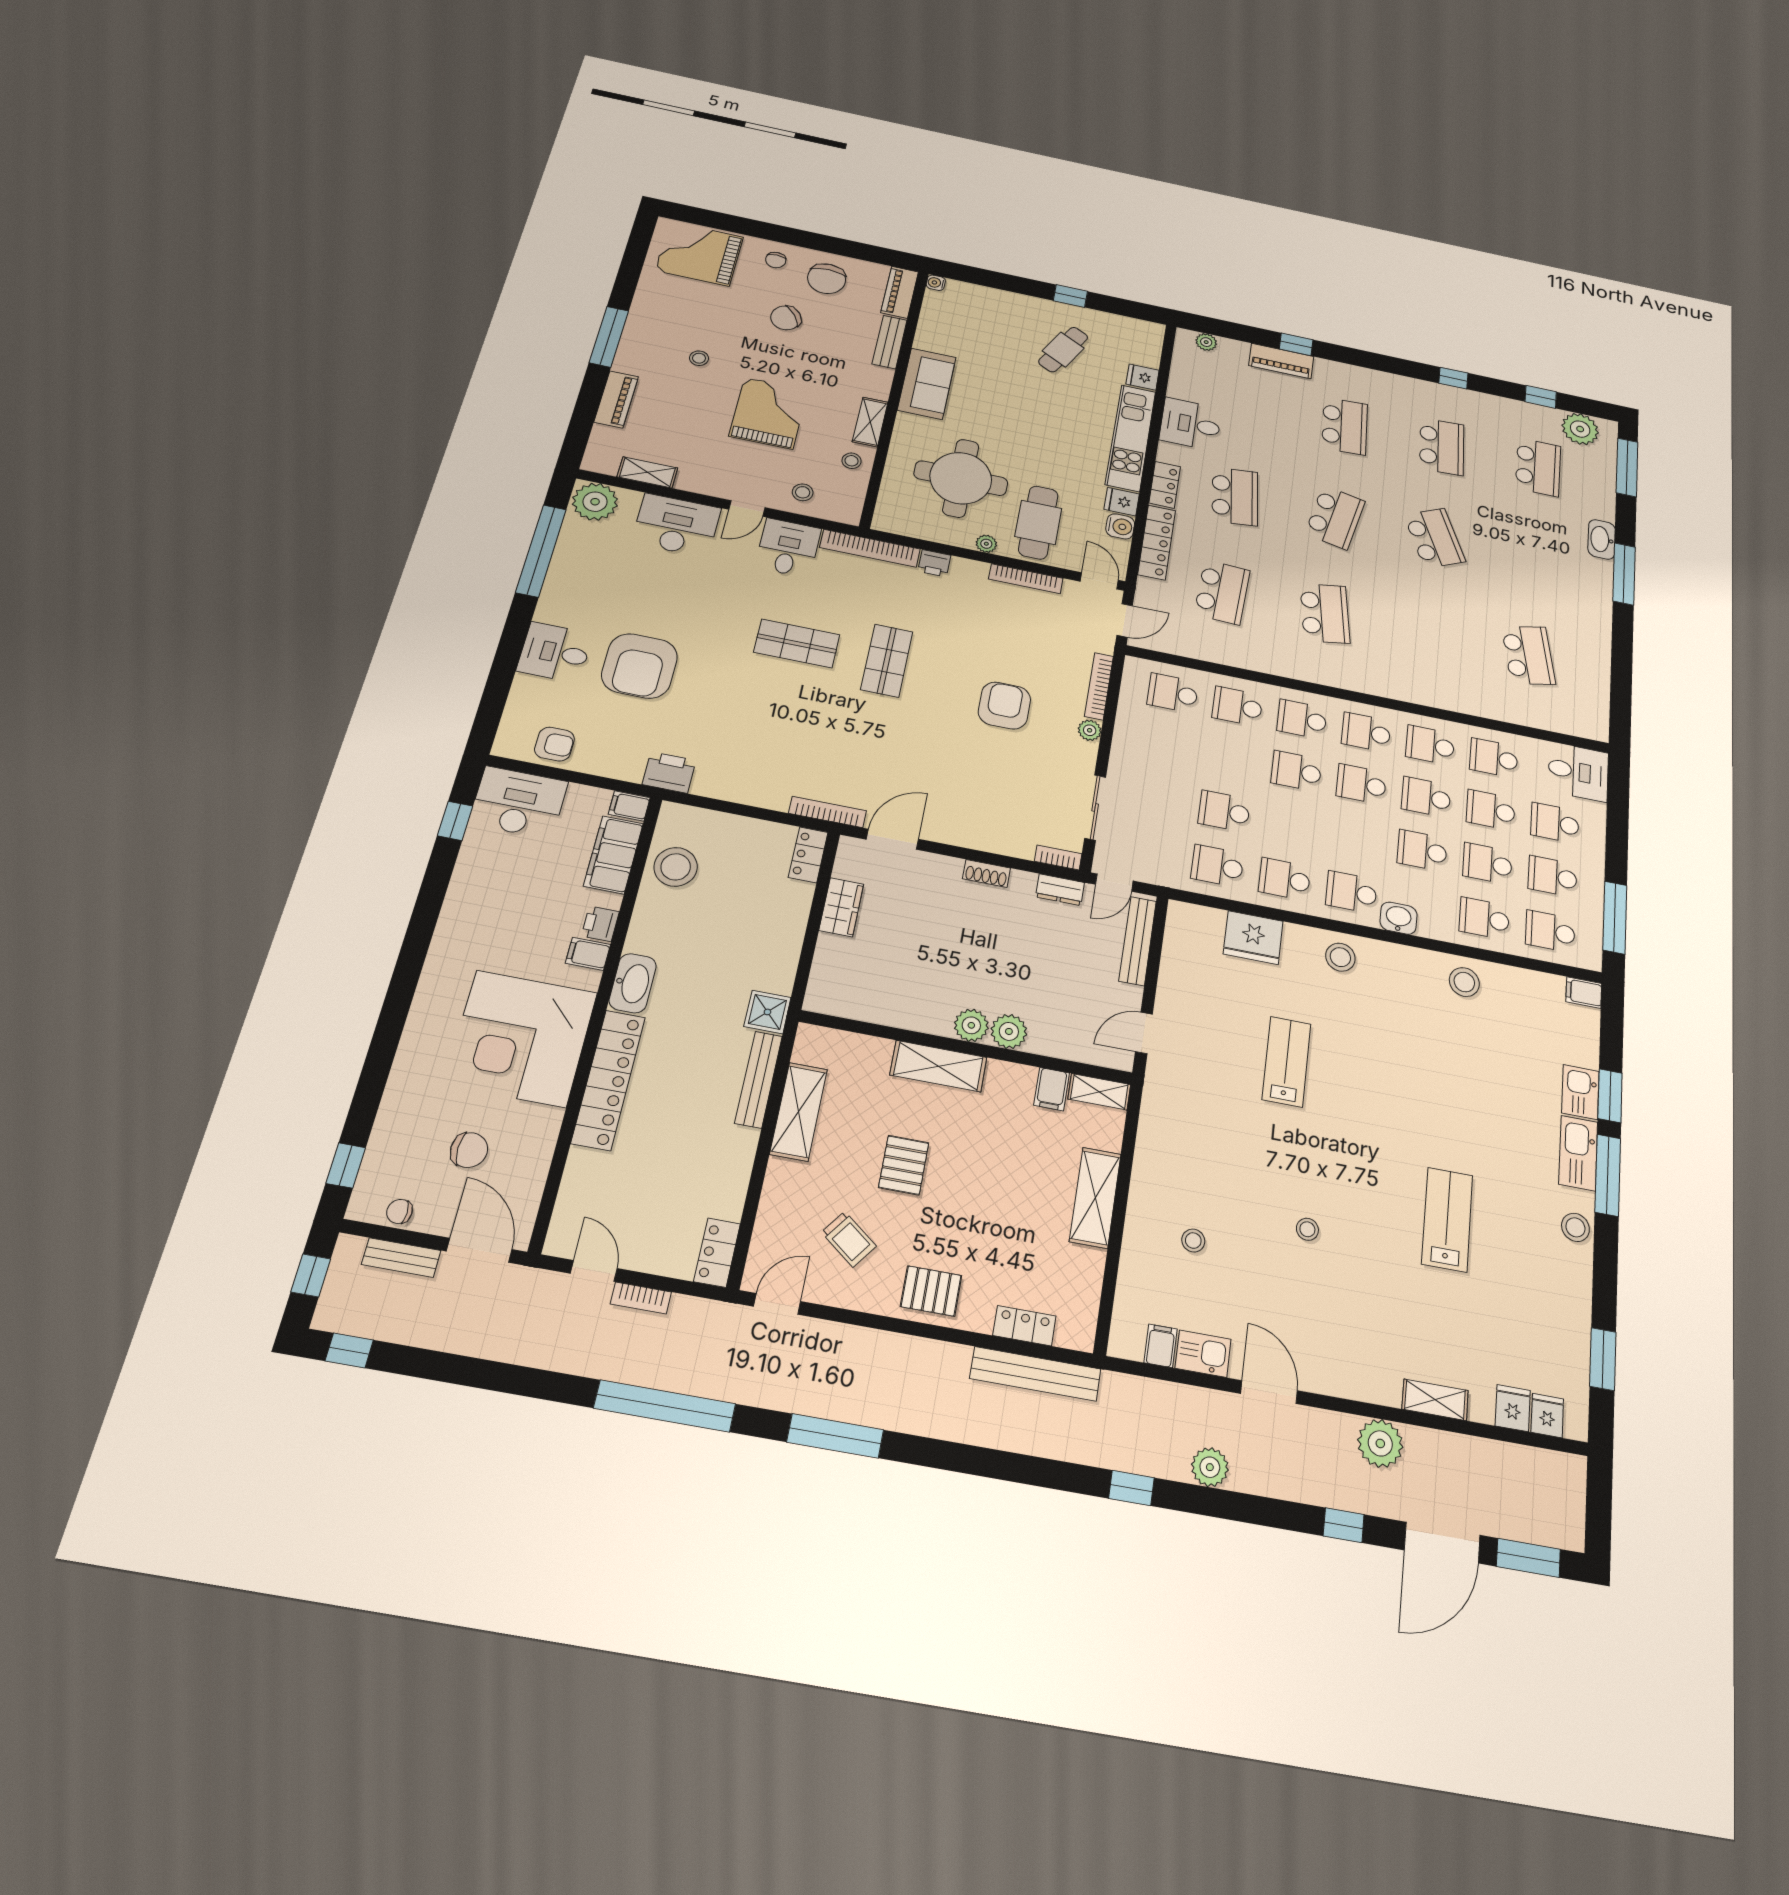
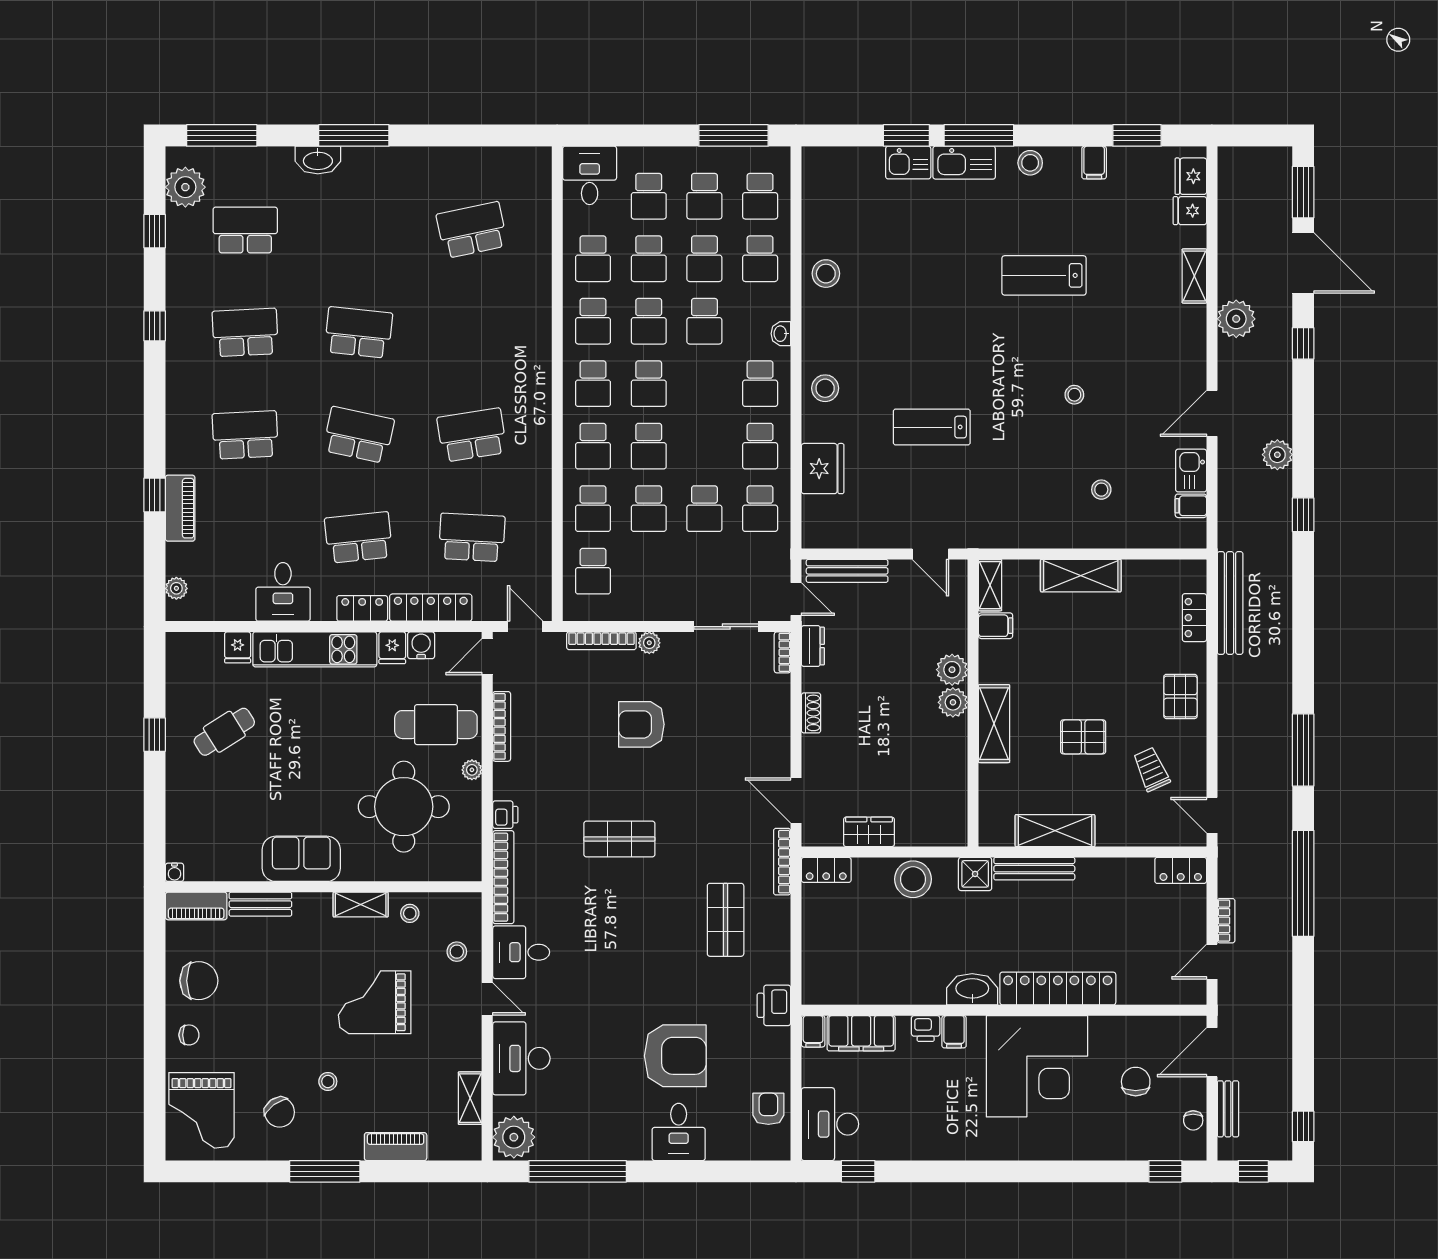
chair: (786, 318) -> (280, 1112), moved
cafe table: (1063, 350) -> (224, 732), turned -60
school desk: (1435, 538) -> (359, 332), turned 30
shop shelf: (797, 643) -> (726, 920), moved
school desk: (1231, 758) -> (649, 509), added
stool: (676, 867) -> (913, 879), moved
washbasin: (1398, 918) -> (781, 334), width x0.72, depth x0.69
filing cabinet: (1584, 993) -> (1094, 163), moved
trolley: (849, 1239) -> (1151, 769), turned -61
fridge: (1547, 1416) -> (1191, 176), width x1.38

